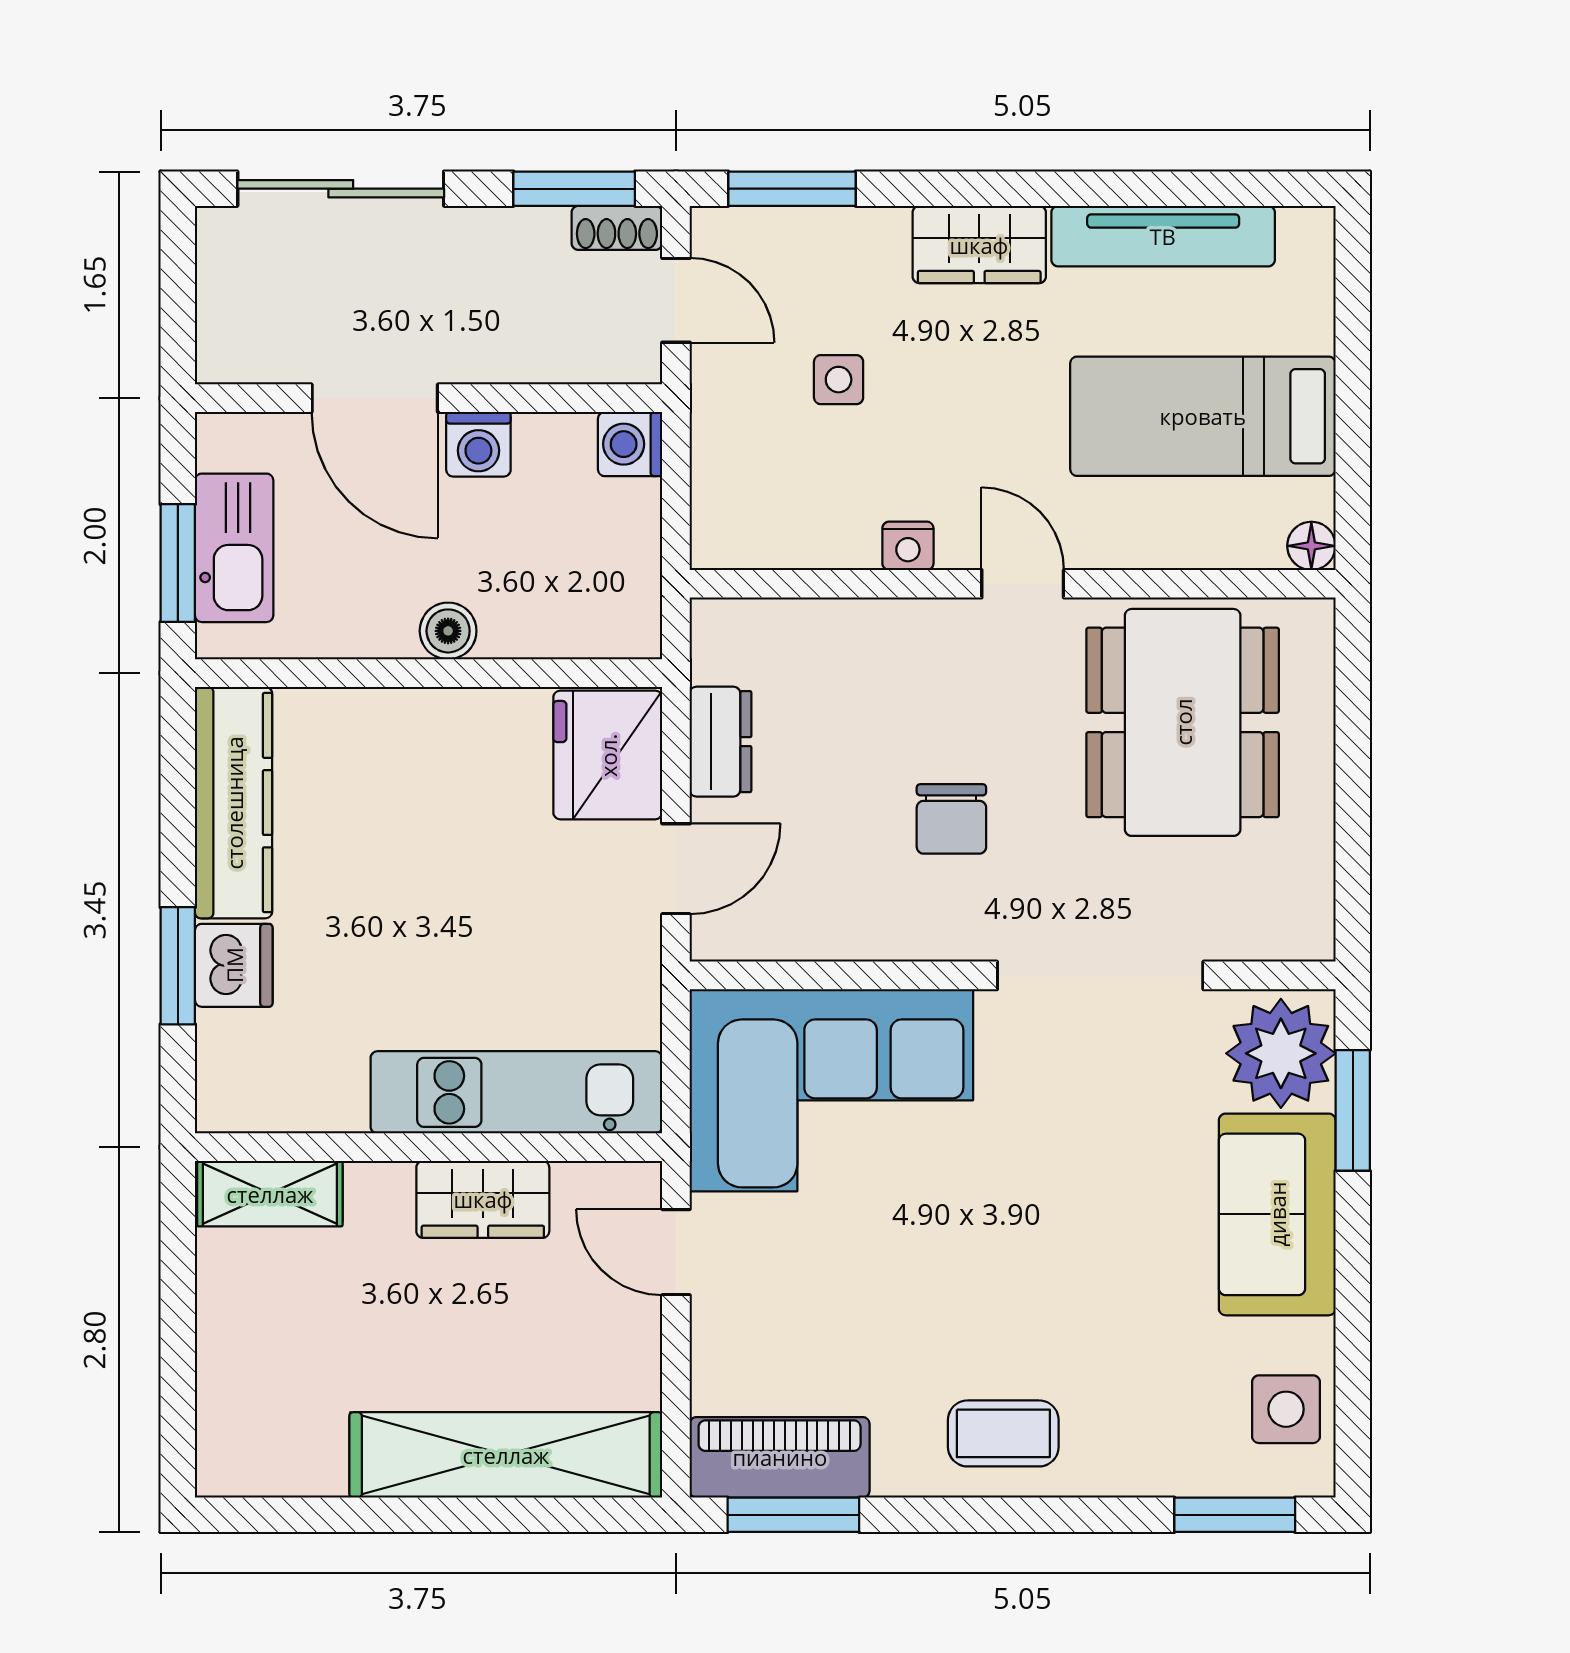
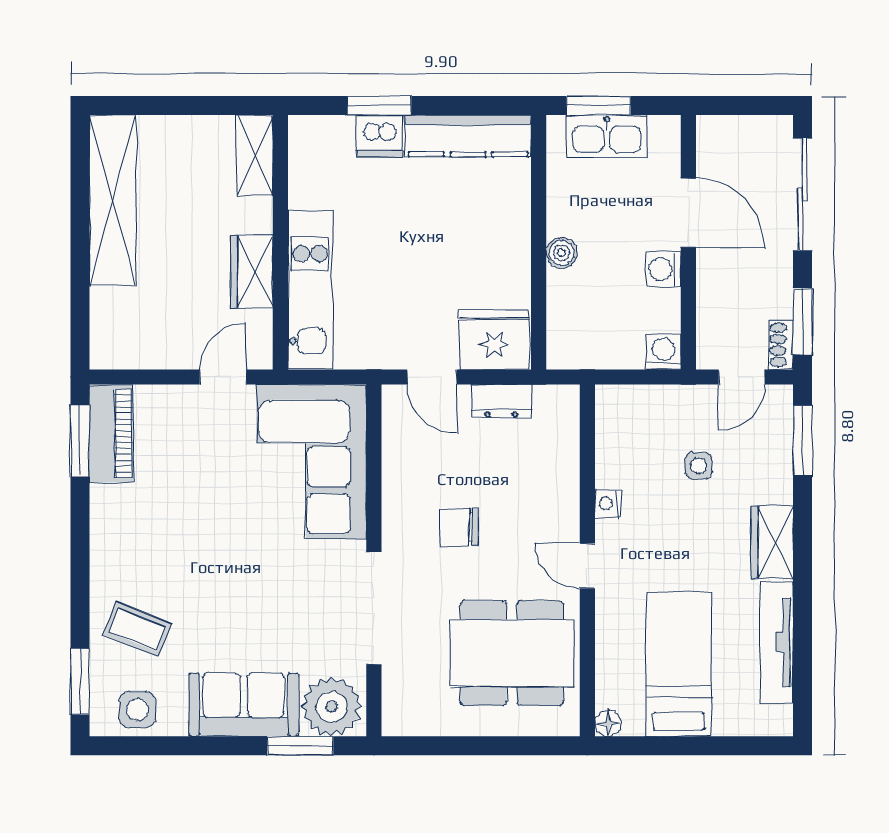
door: (375, 398) -> (688, 213), swing flipped
door: (1023, 584) -> (587, 566), swing flipped
coffee table: (1003, 1433) -> (137, 629), moved, turned -68
shelving: (506, 1455) -> (113, 200), moved

